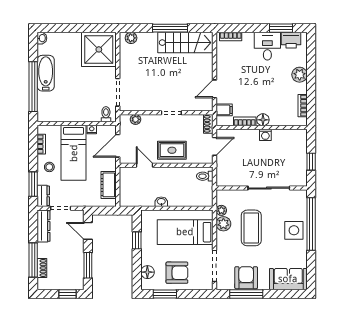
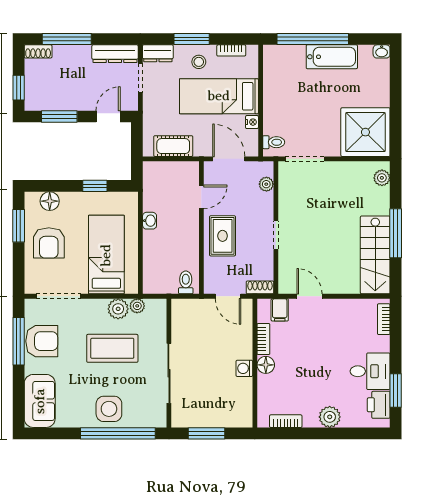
window: (311, 162) -> (206, 433), width x1.50
window: (33, 184) -> (192, 39), moved
shoe rack: (42, 268) -> (38, 51), moved

